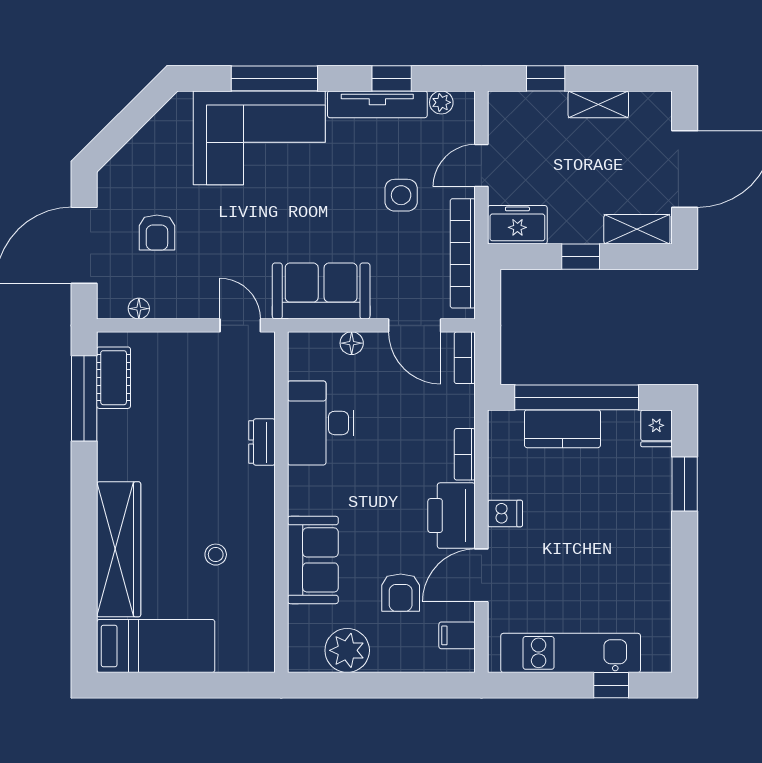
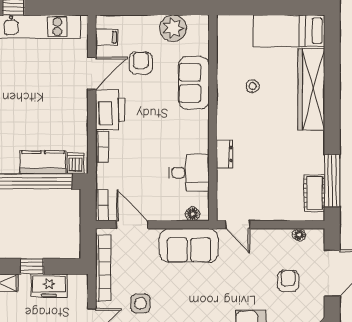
freezer: (517, 225) -> (49, 286), moved
floor lamp: (352, 343) -> (193, 214), moved
desk: (321, 423) -> (189, 173), width x0.73
dishwasher: (505, 513) -> (76, 163), moved, turned 90

